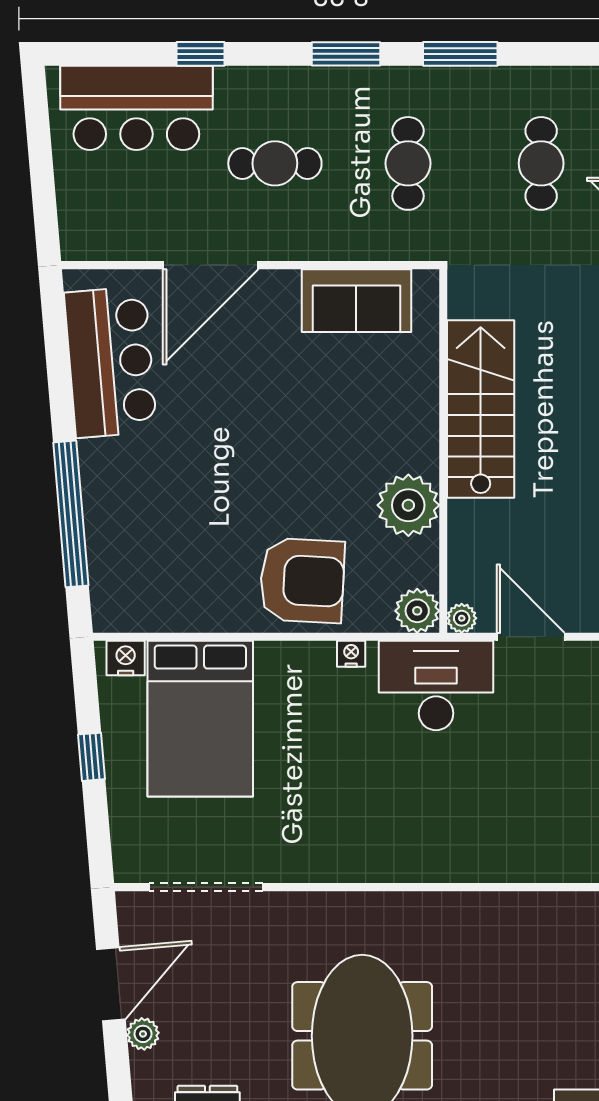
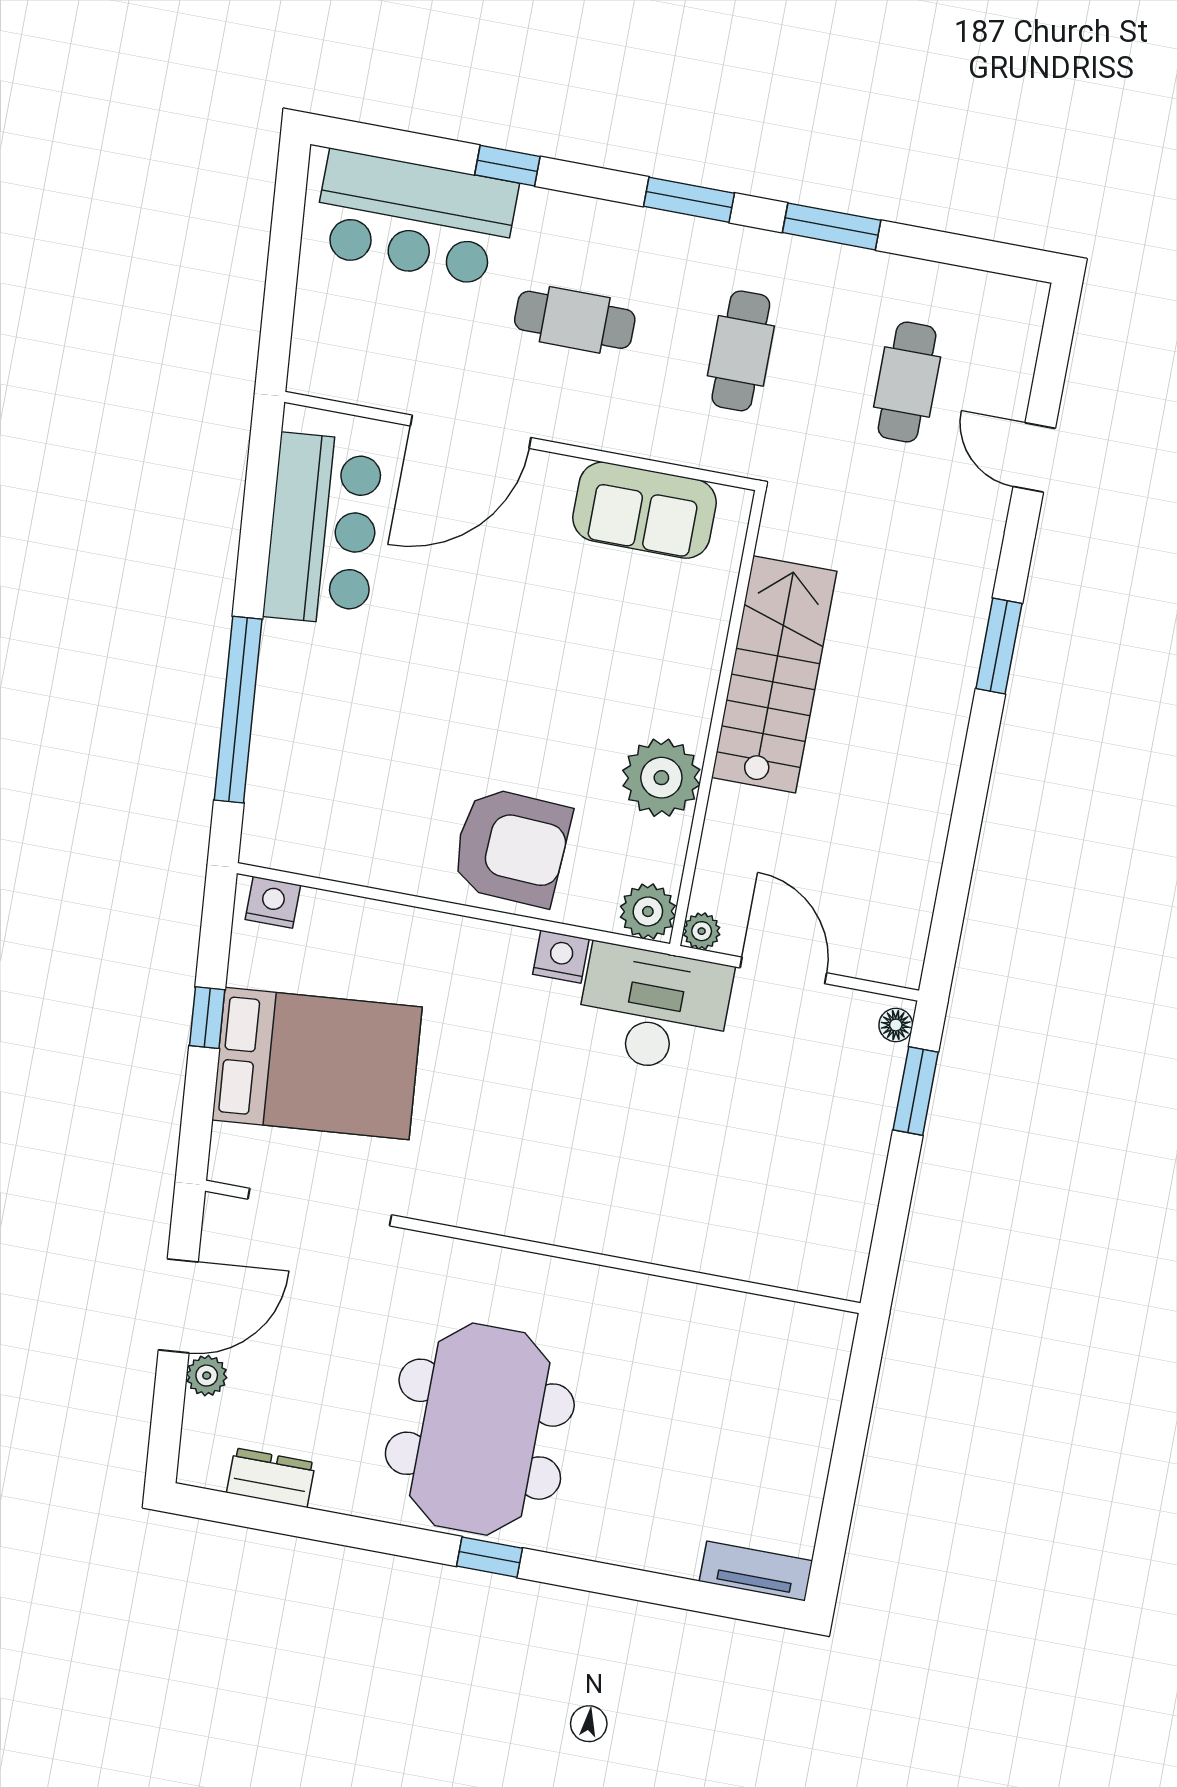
nightstand: (351, 654) -> (561, 957), width x1.39, depth x1.35
bed: (200, 719) -> (317, 1063), moved, turned -95

